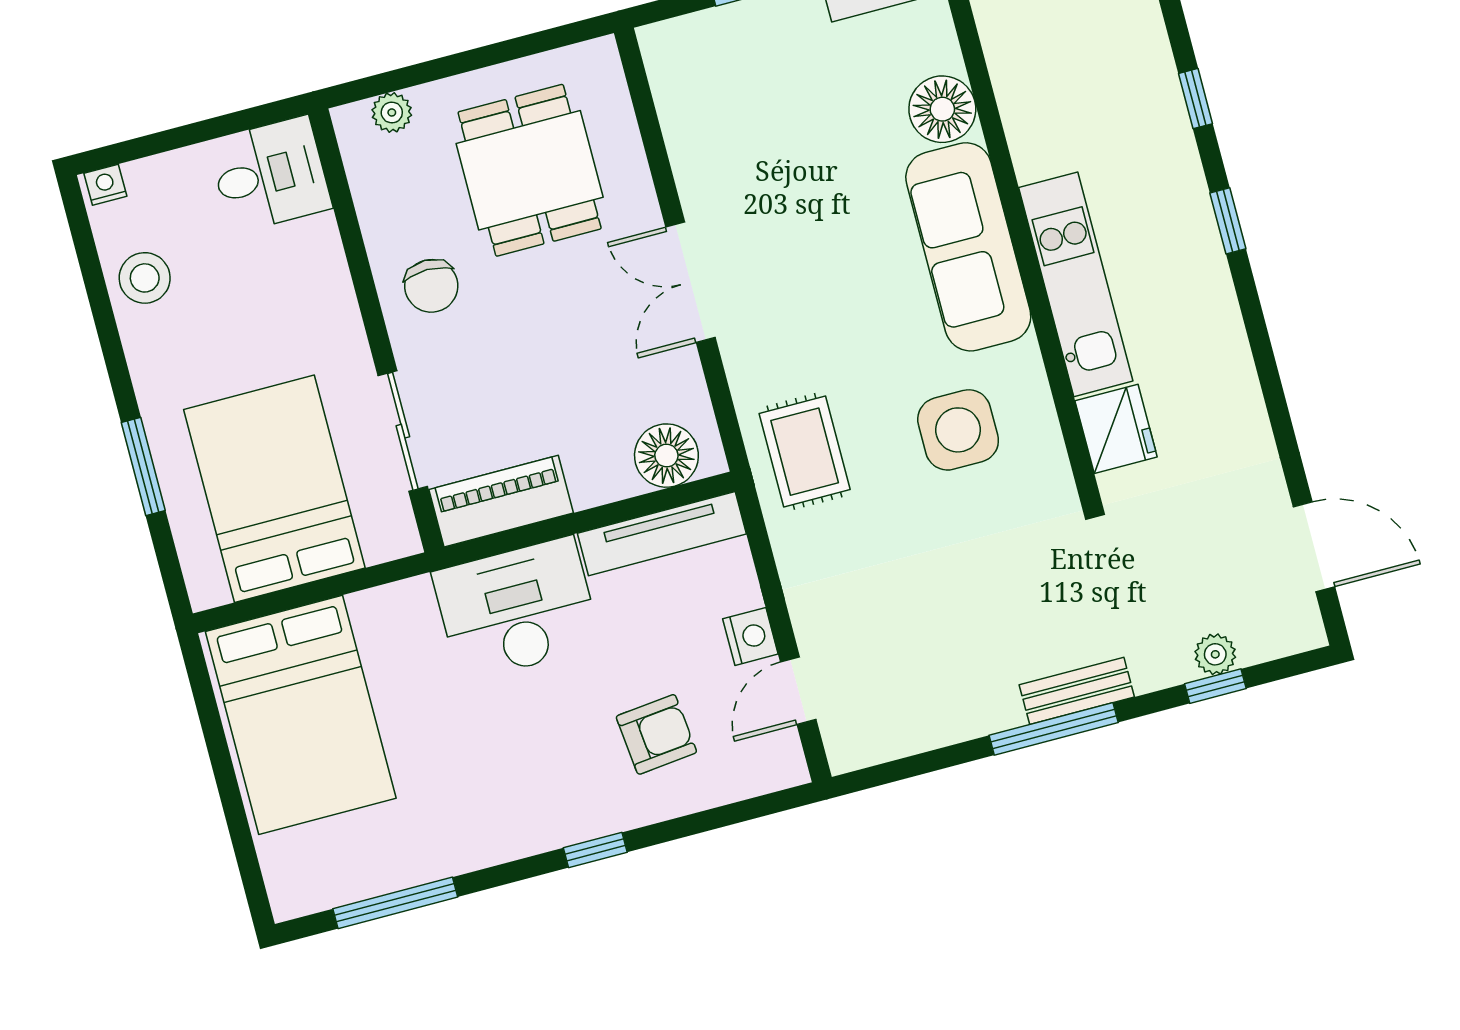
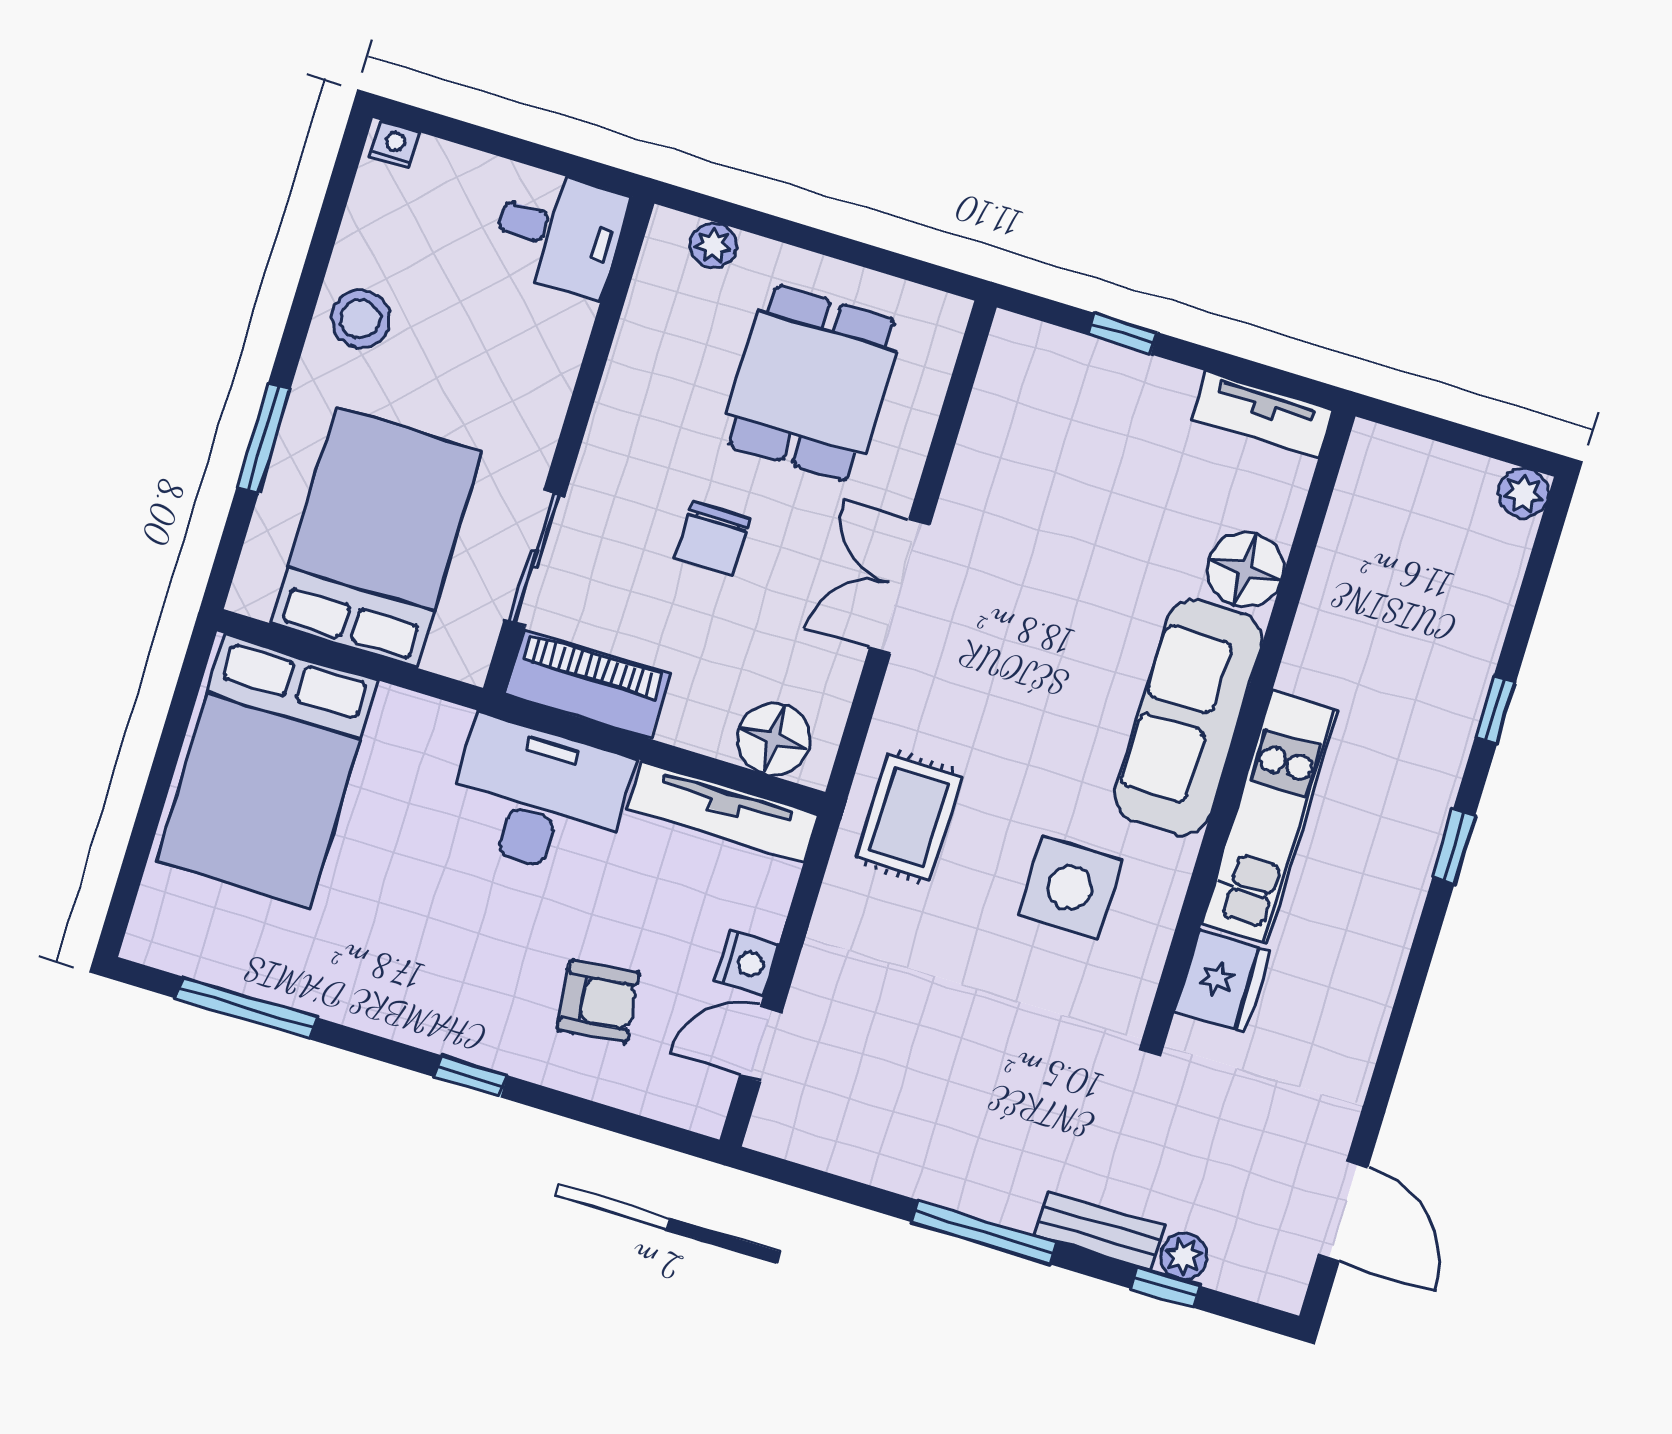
stool: (145, 278) -> (360, 319), moved
chair: (431, 286) -> (713, 538), moved
bench: (1077, 691) -> (1099, 1231), moved

